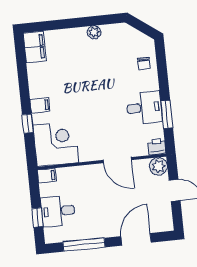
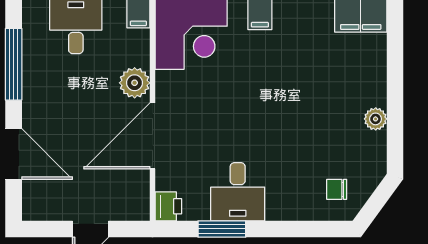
chair: (144, 64) -> (337, 189), moved
door: (117, 160) -> (153, 136), width x1.36
plant: (158, 166) -> (135, 83), moved

